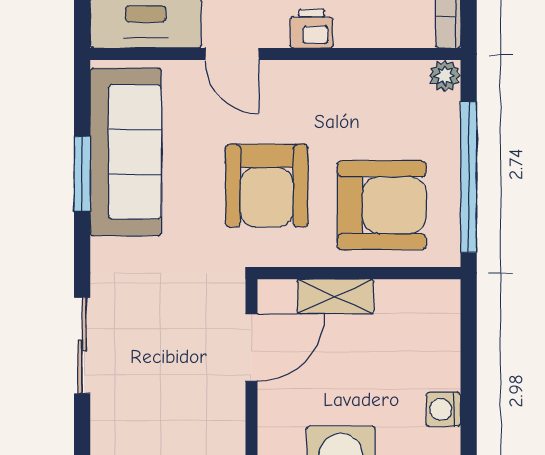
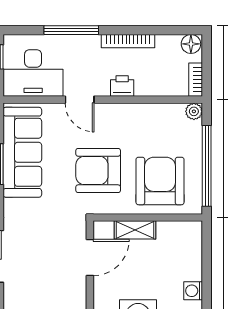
armchair: (267, 186) -> (98, 171), turned 90
armchair: (382, 205) -> (160, 181), turned -90

